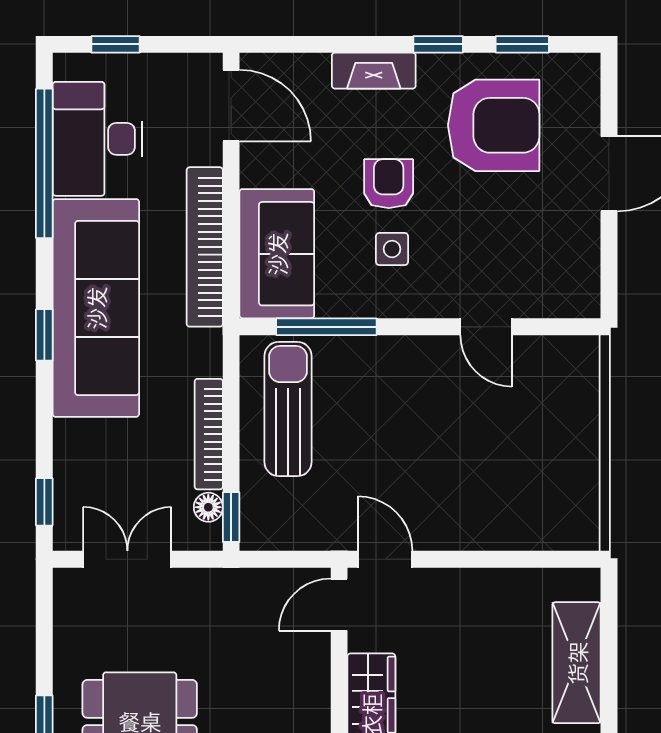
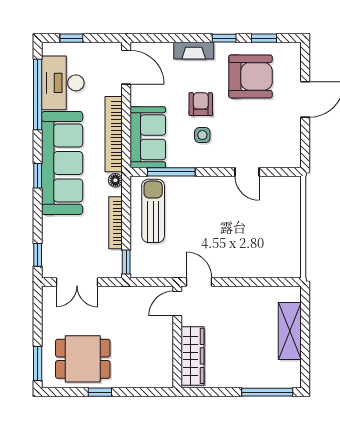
floor lamp: (208, 507) -> (115, 180), moved
double door: (127, 559) -> (77, 282), swing flipped

